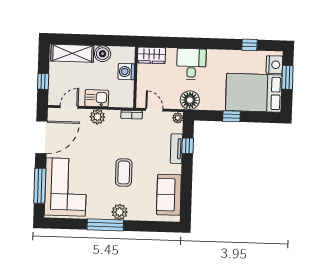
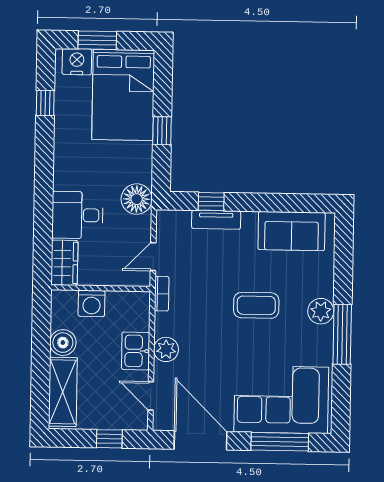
desk: (191, 64) -> (77, 215), moved
plant: (178, 118) -> (166, 218), removed

